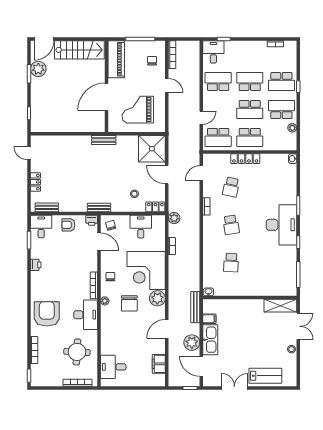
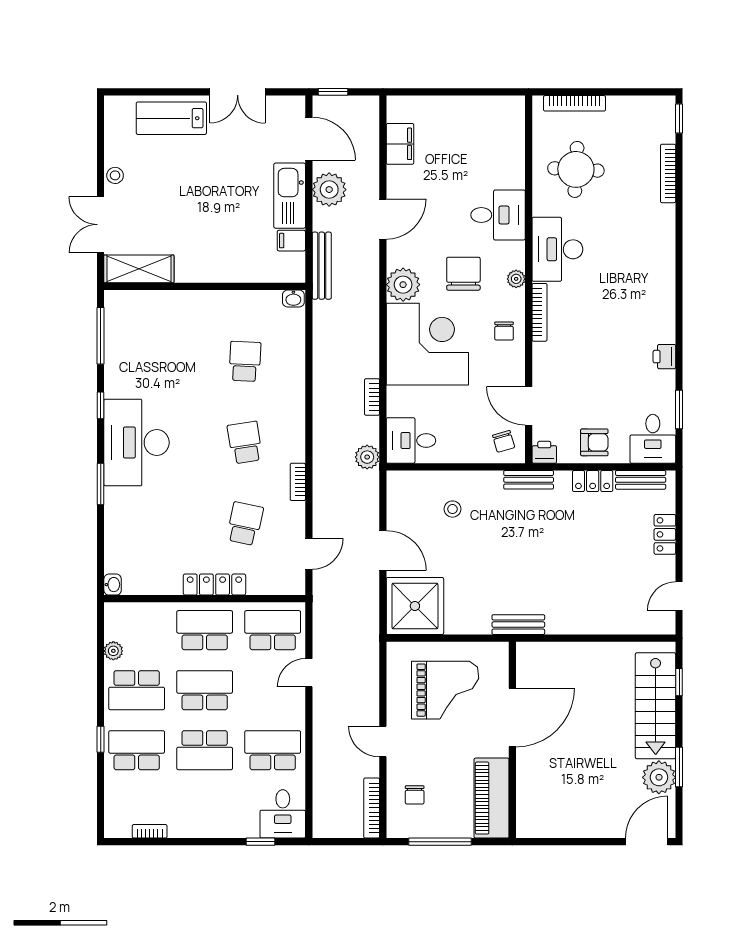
stairs: (79, 50) -> (656, 706), moved, turned -90
school desk: (218, 82) -> (273, 750), turned 180
door: (29, 153) -> (679, 596), swing flipped
locker: (155, 207) -> (593, 481), moved
desk: (141, 227) -> (411, 440), moved, turned 90
armchair: (47, 314) -> (641, 251), removed
desk: (113, 367) -> (498, 215), moved

